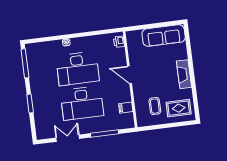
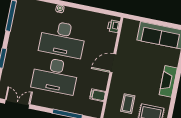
door: (129, 75) -> (113, 63), hinge flipped
double door: (68, 138) -> (17, 104), moved

